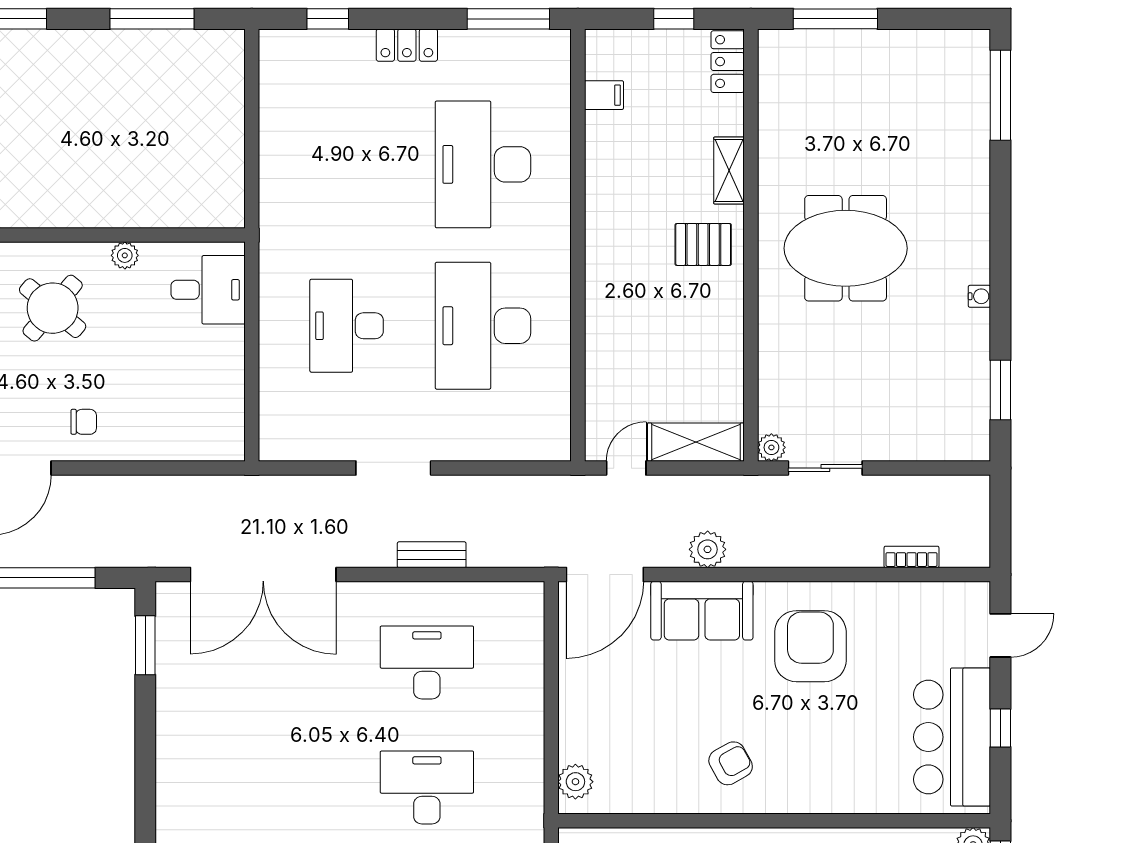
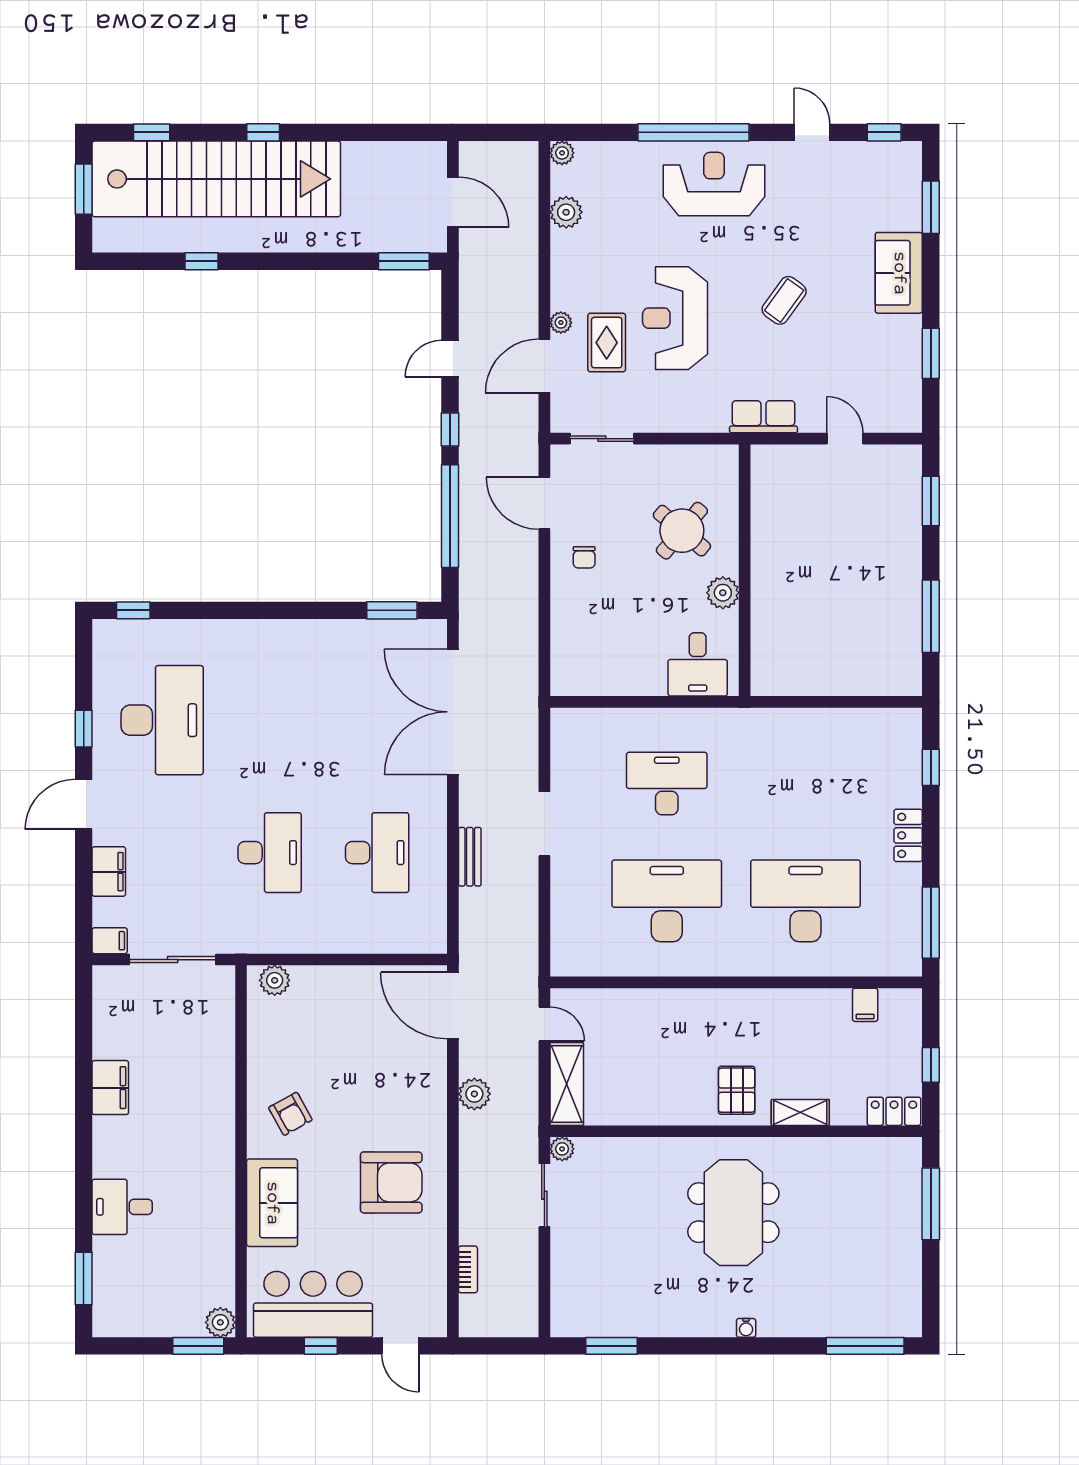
plant: (125, 255) -> (723, 593), width x1.38, depth x1.38
water cooler: (979, 296) -> (746, 1328), moved
sofa: (702, 611) -> (272, 1203), moved, turned 180

